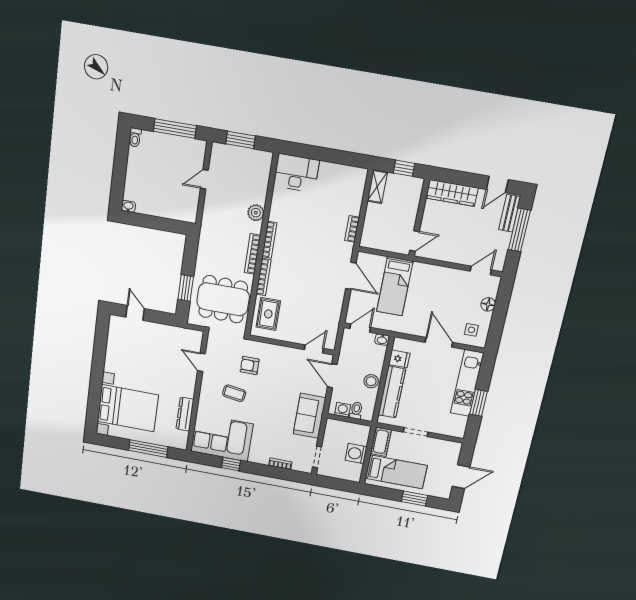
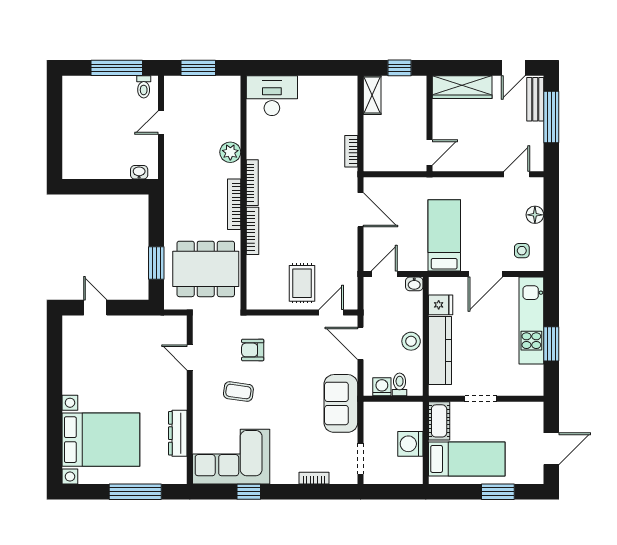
toilet: (135, 137) -> (144, 87), moved
washbasin: (128, 206) -> (139, 172), moved
bed: (395, 286) -> (444, 235), moved, turned 180
rug: (268, 314) -> (302, 283), moved
door: (439, 342) -> (485, 274), swing flipped

